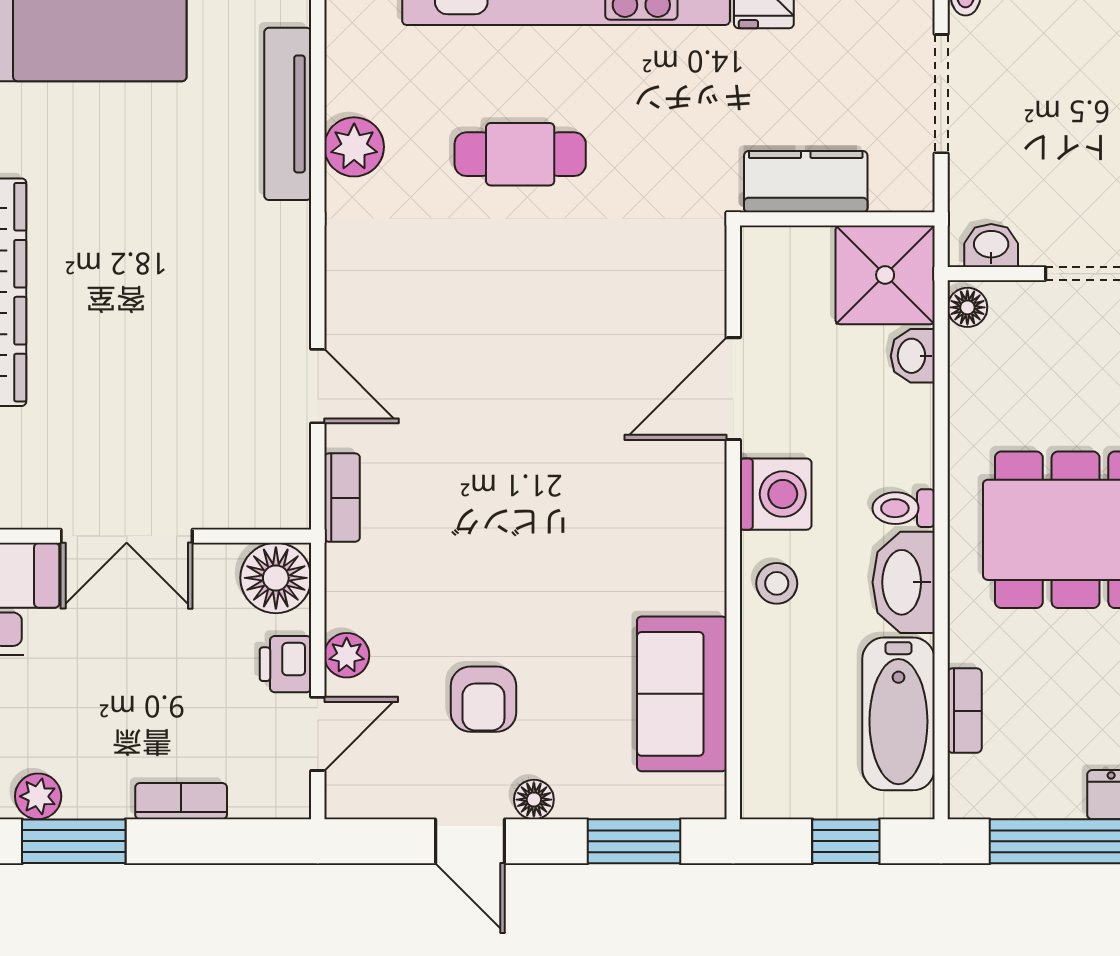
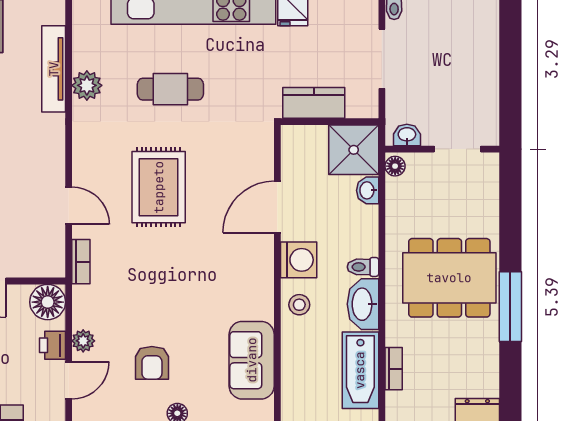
rug: (497, 349) -> (159, 187), added

